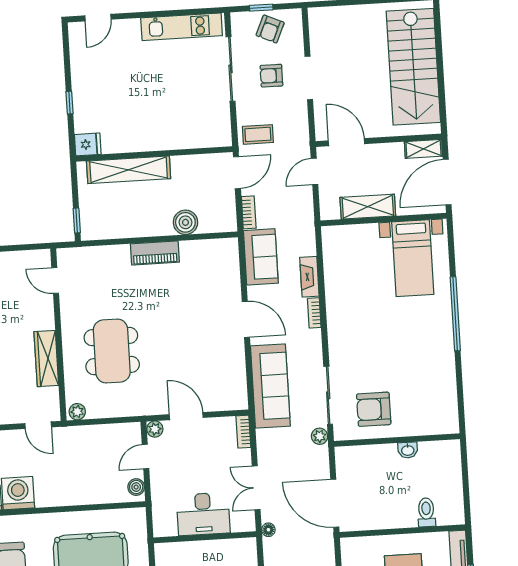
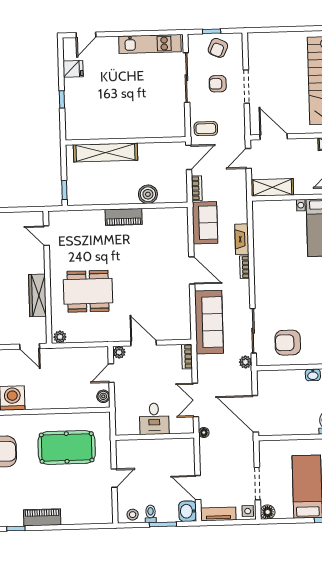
fridge: (88, 144) -> (73, 69), moved
shelving: (368, 207) -> (272, 187), moved
dining table: (112, 351) -> (88, 291), turned 90
desk: (203, 514) -> (154, 419), width x0.73

